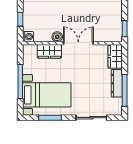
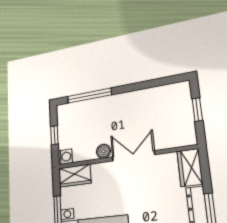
window: (125, 29) -> (197, 109), moved
wardrobe: (49, 51) -> (75, 176), moved

